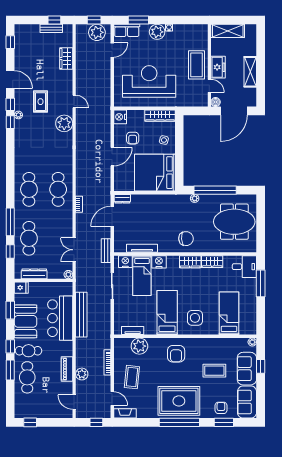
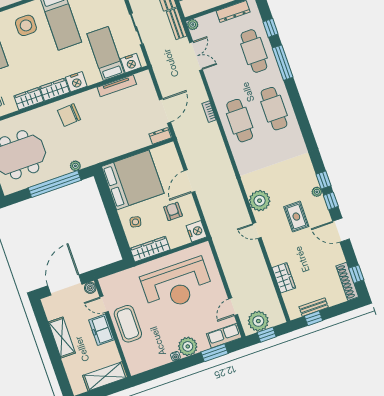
shoe rack: (19, 39) -> (347, 281), added
bench: (106, 251) -> (177, 24), moved
nightstand: (159, 262) -> (76, 82), moved

